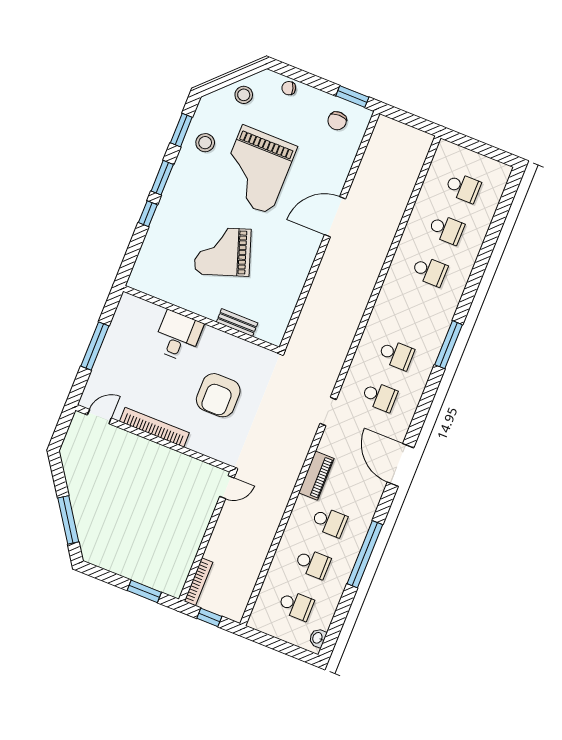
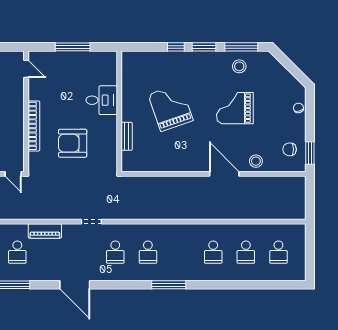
stool: (244, 95) -> (256, 161), moved
window: (181, 130) -> (241, 47), width x1.44
grand piano: (256, 170) -> (235, 108), width x0.73, depth x0.68
bookcase: (154, 427) -> (34, 126), moved
door: (400, 465) -> (75, 285), swing flipped

